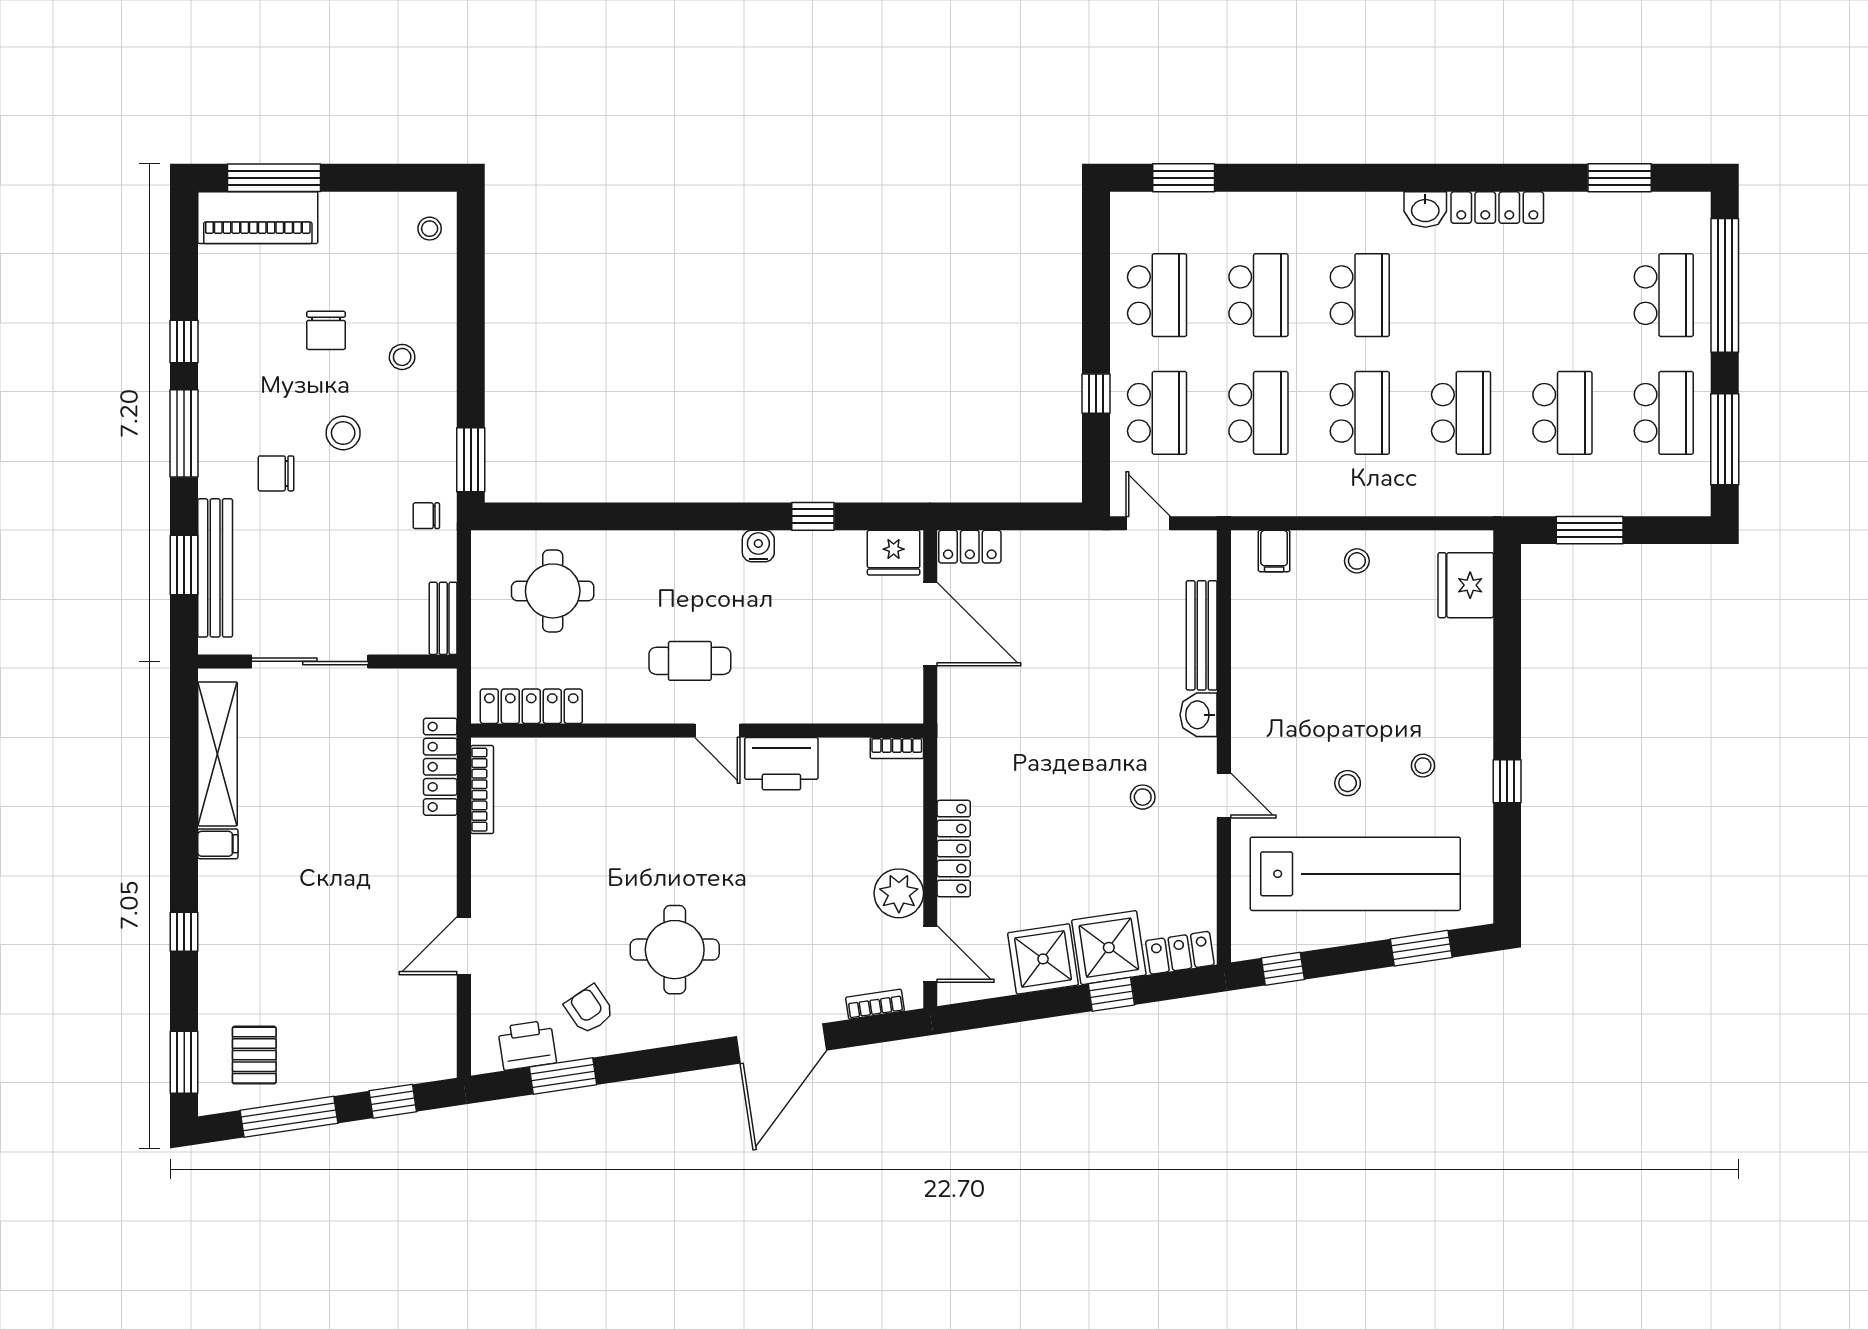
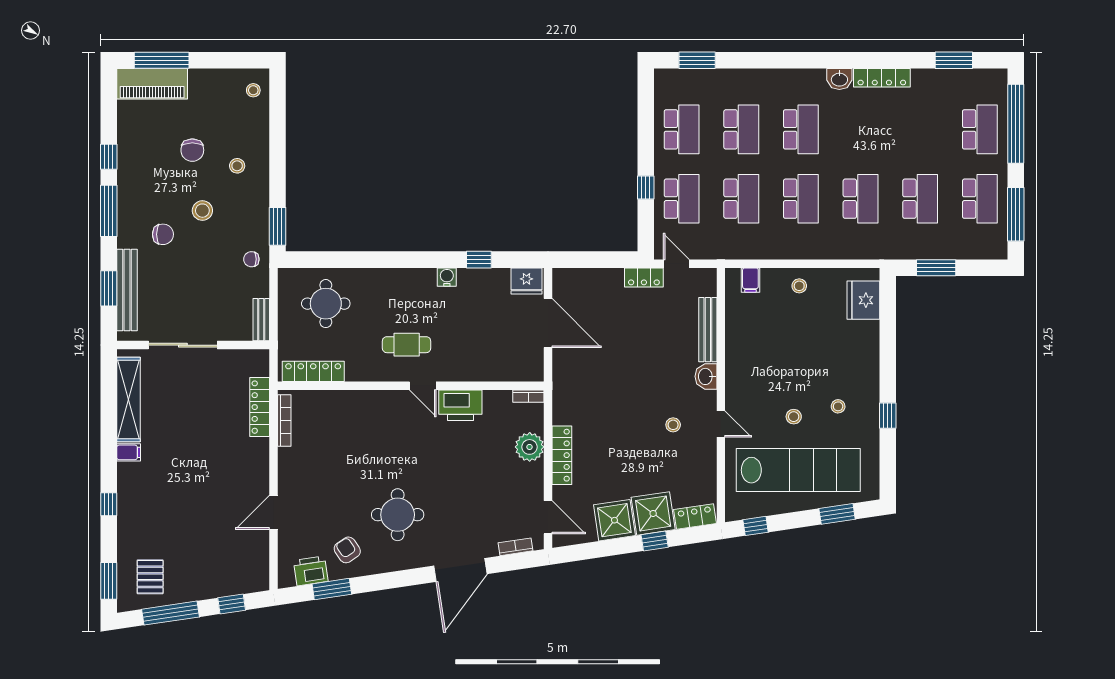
chair: (276, 473) -> (163, 234), turned 180
locker: (970, 547) -> (644, 277), moved
plant: (899, 893) -> (530, 447), moved

